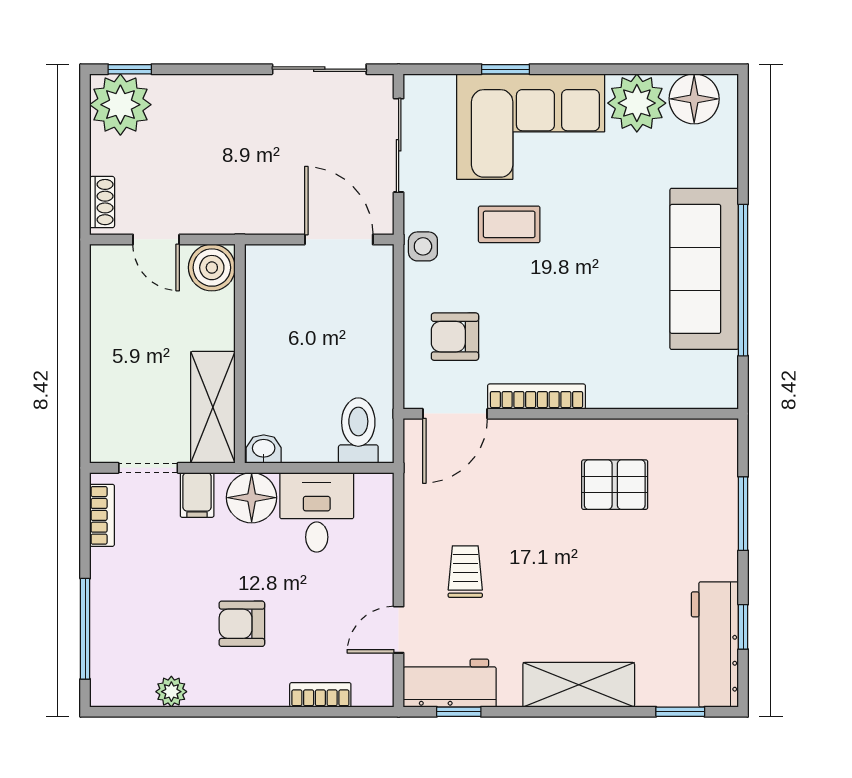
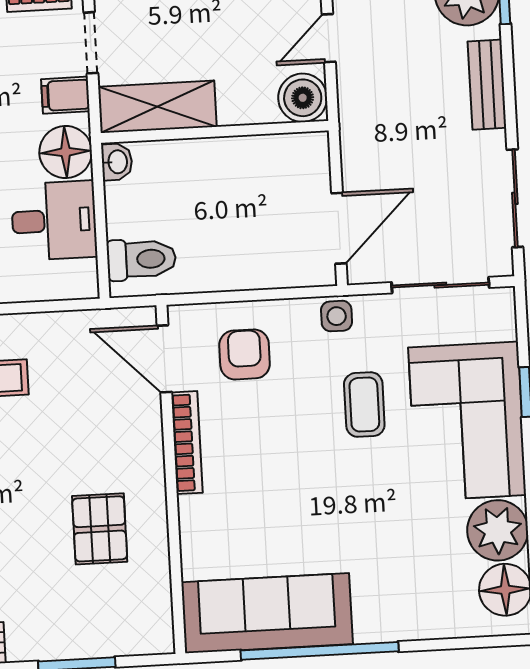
bench: (209, 90) -> (487, 85), added
sofa: (704, 269) -> (267, 613), moved

